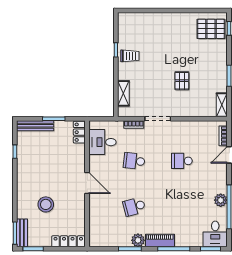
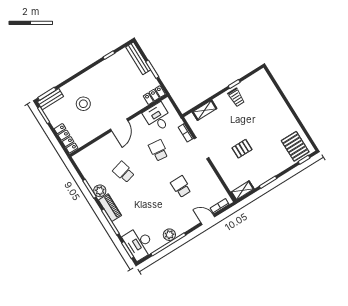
desk: (215, 234) -> (139, 243), width x1.37

